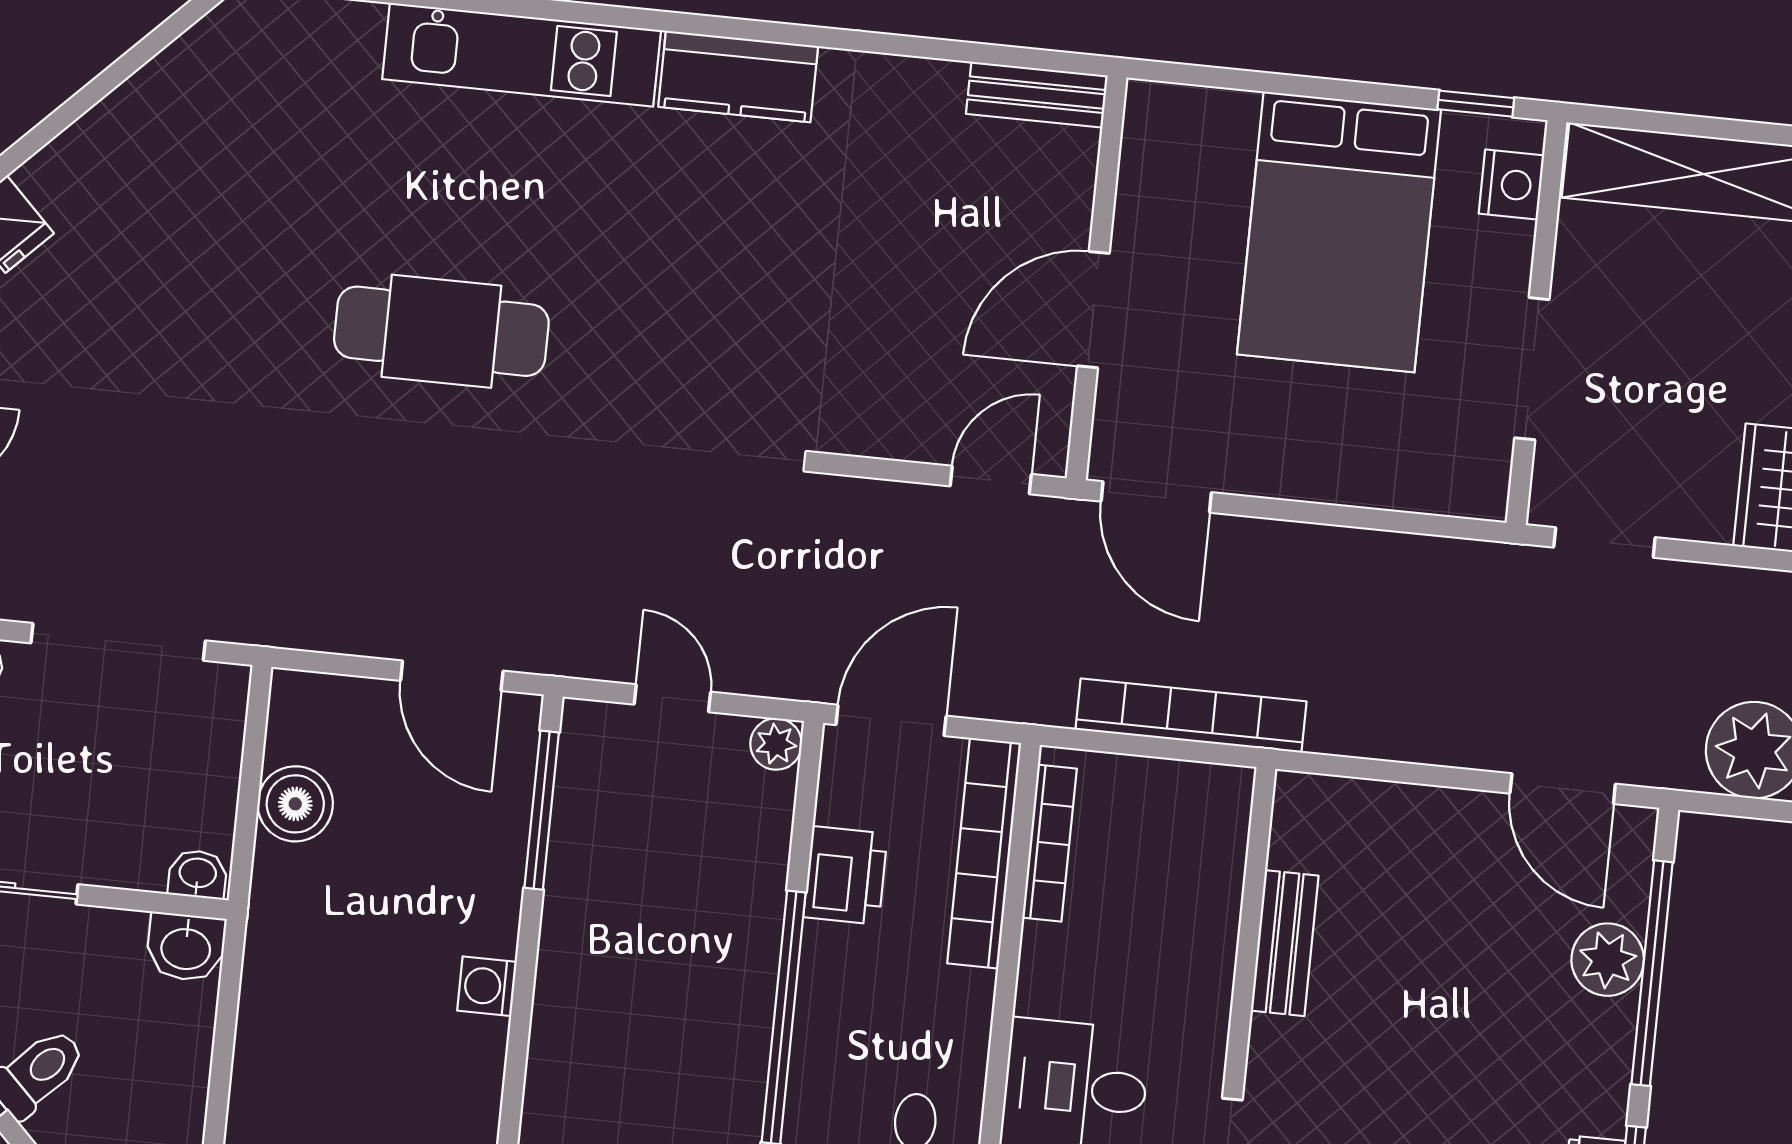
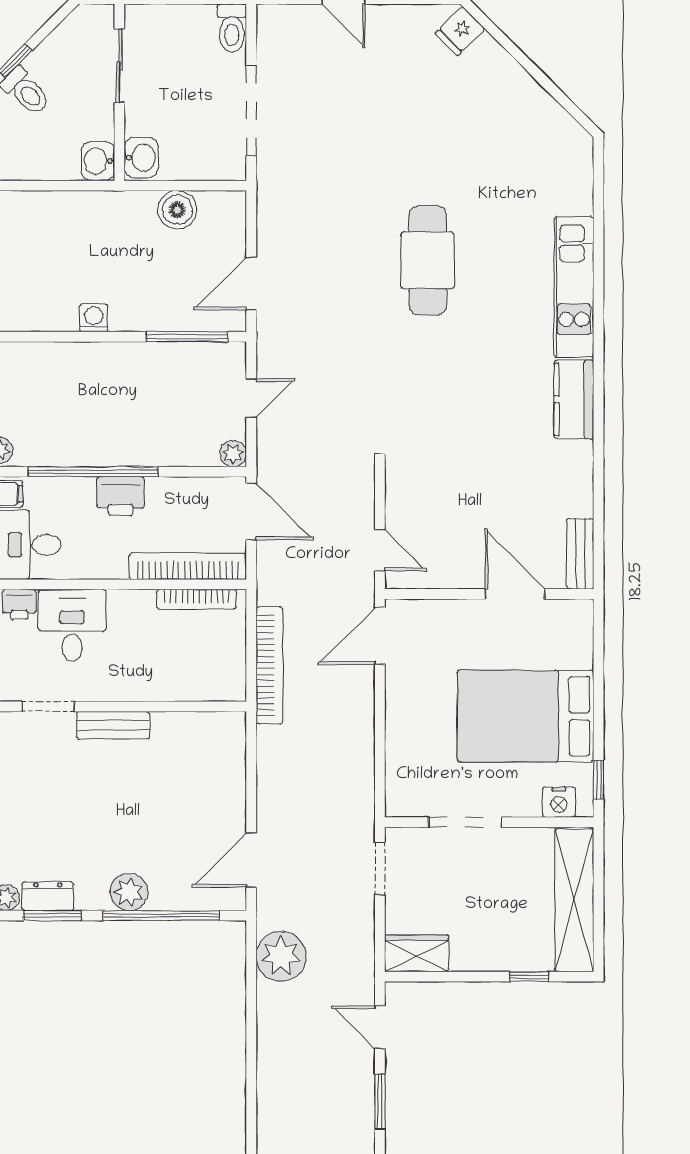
door: (1093, 310) -> (515, 594), moved
washbasin: (198, 874) -> (141, 158), width x1.38, depth x1.45
printer: (845, 875) -> (121, 496), moved
bench: (1285, 943) -> (113, 725), moved
plant: (1608, 960) -> (129, 892), moved

